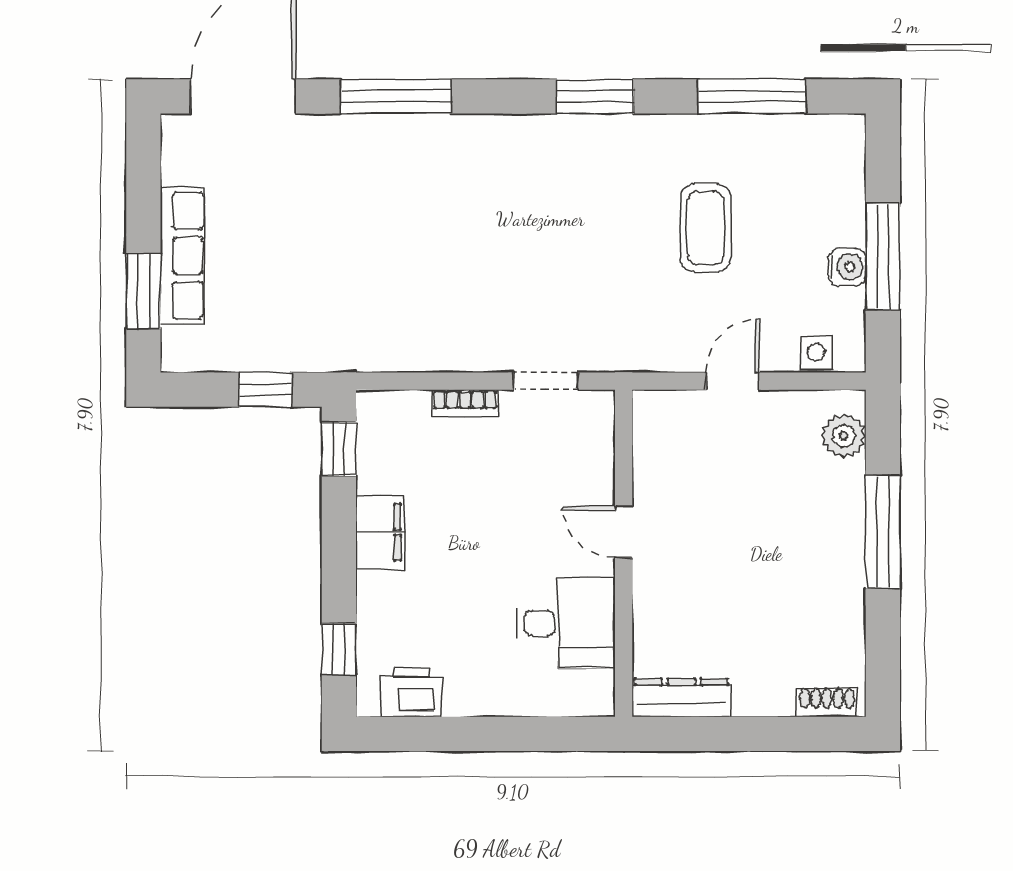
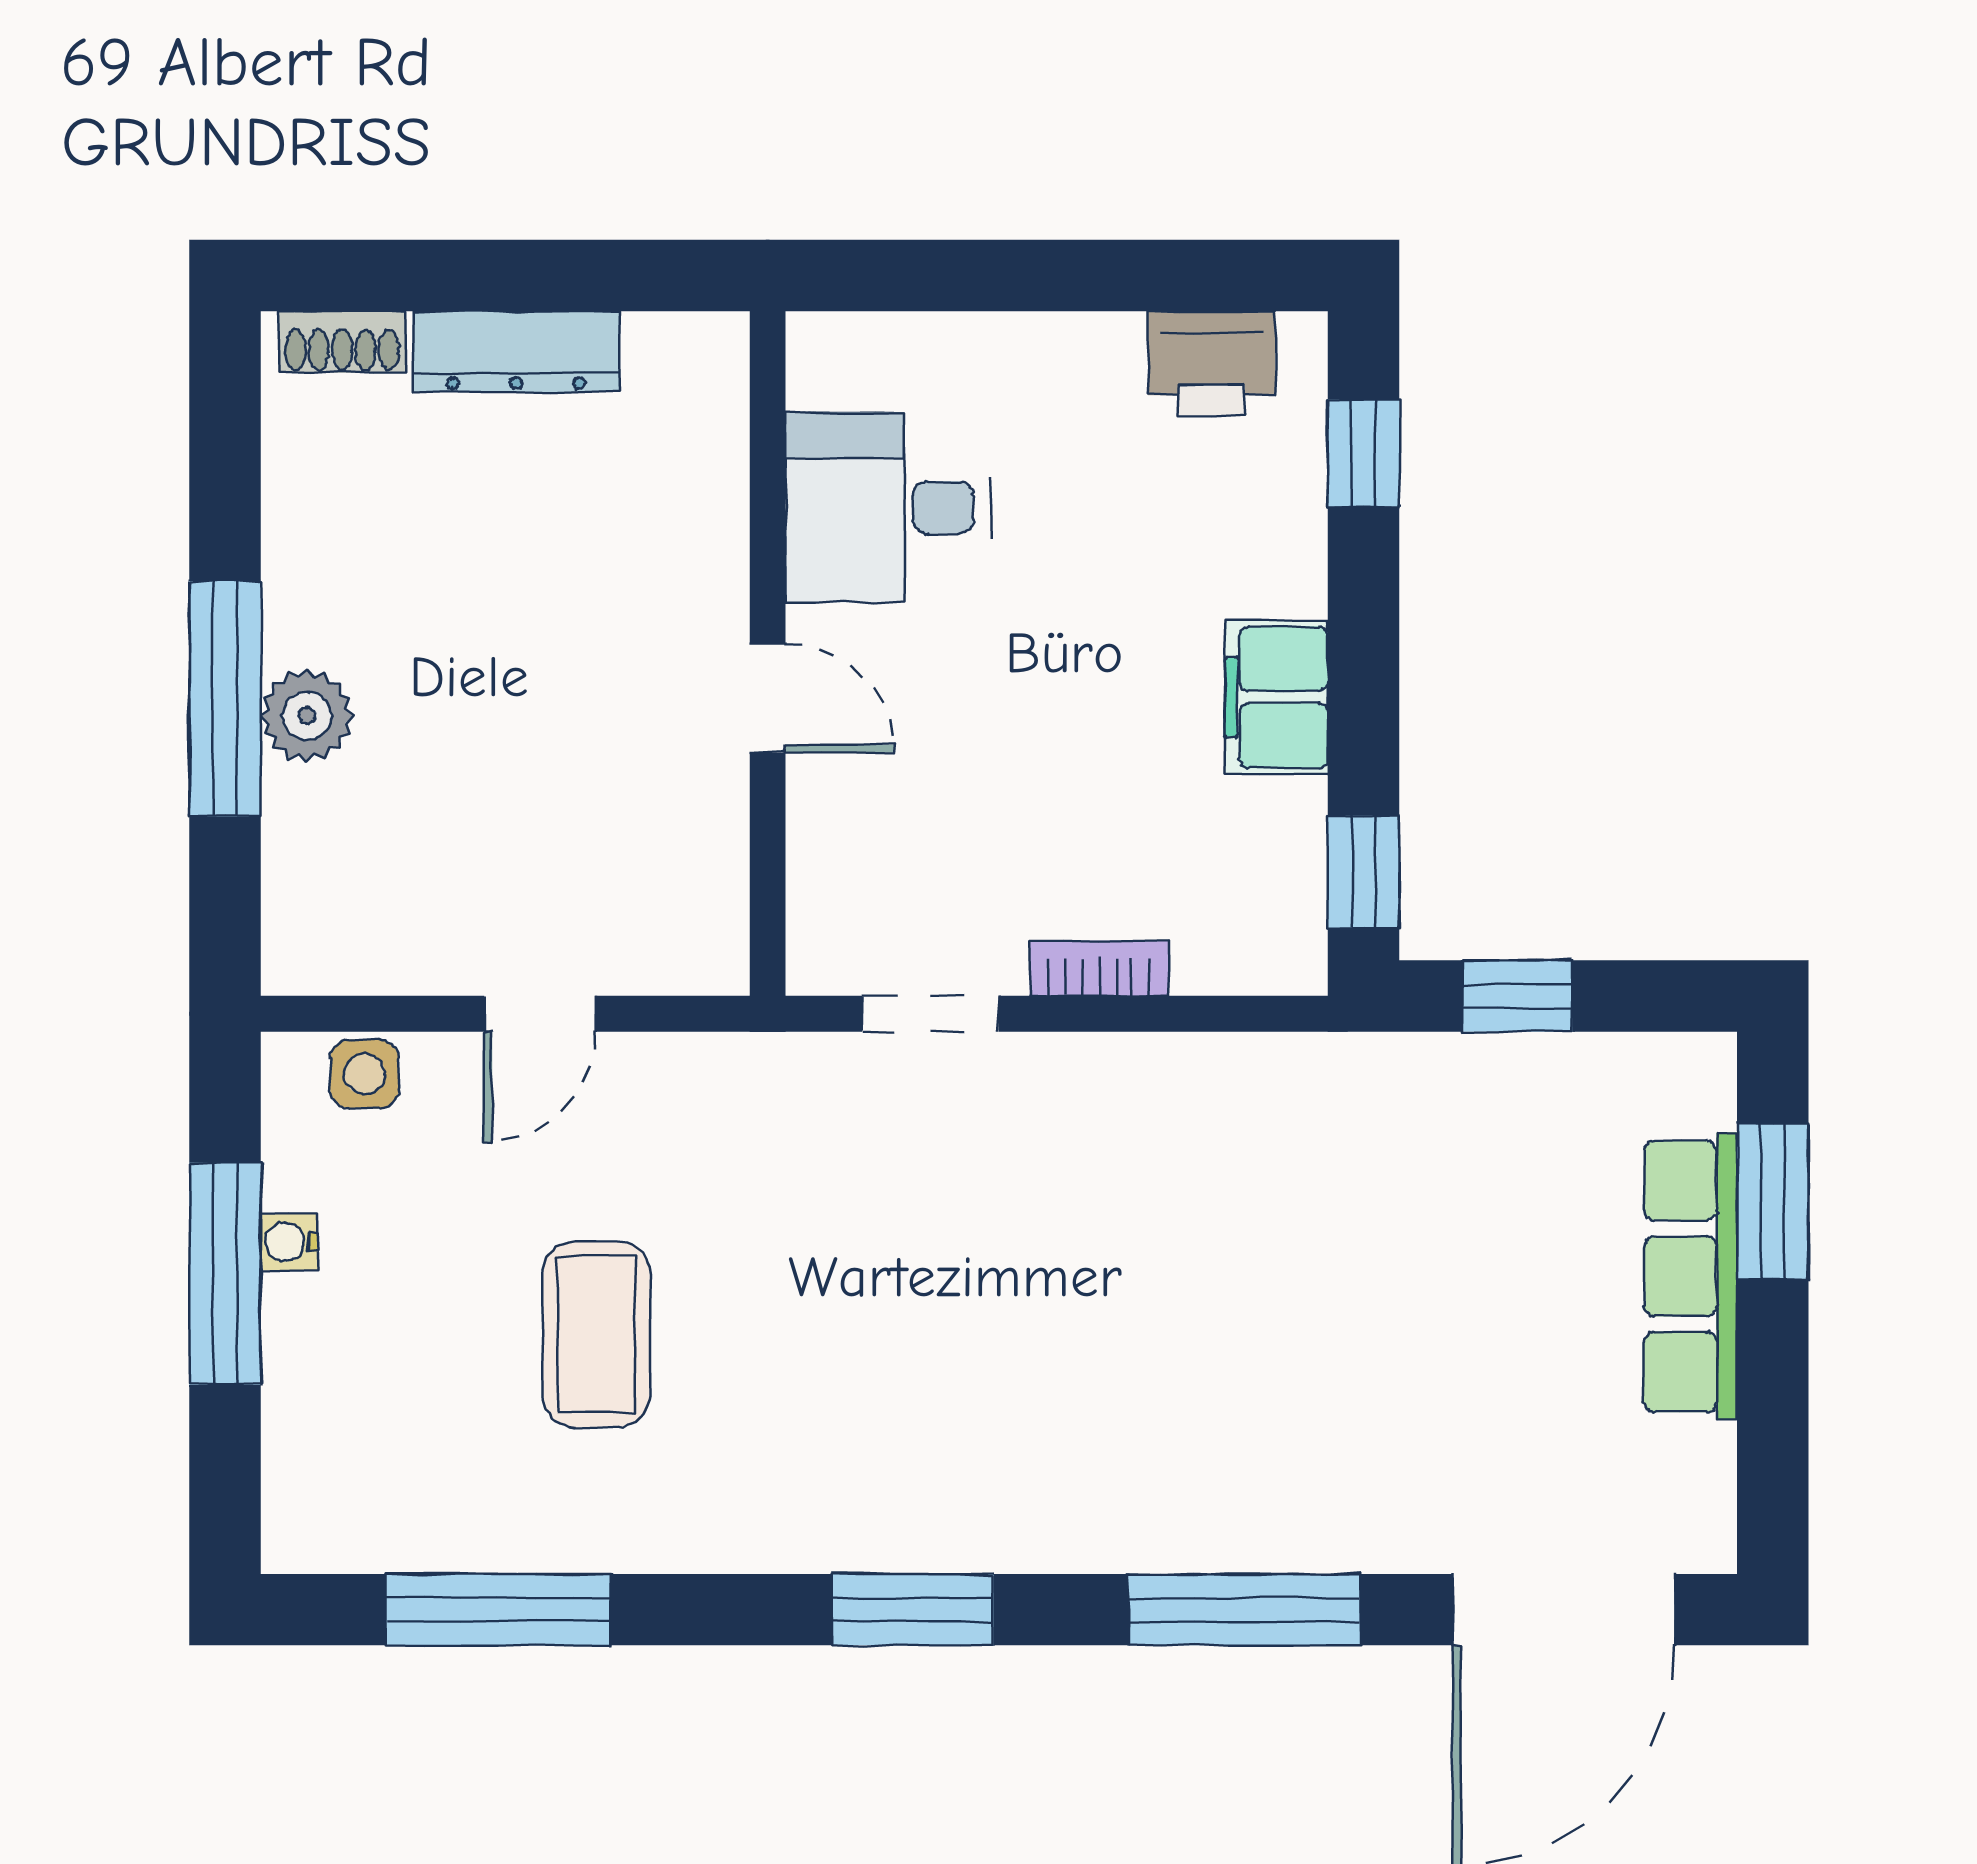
window: (595, 96) -> (912, 1610), moved
water cooler: (847, 267) -> (289, 1242), width x0.72, depth x0.72
plant: (844, 436) -> (307, 716), moved
dresser: (681, 698) -> (516, 351), moved

